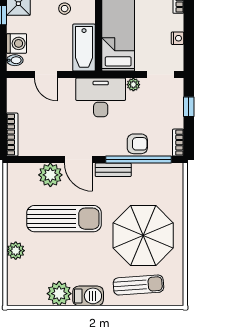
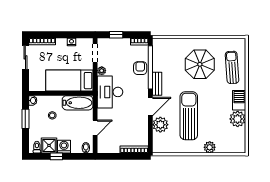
washing machine: (17, 43) -> (64, 147), moved
parasol: (143, 236) -> (200, 64), width x0.73, depth x0.73

